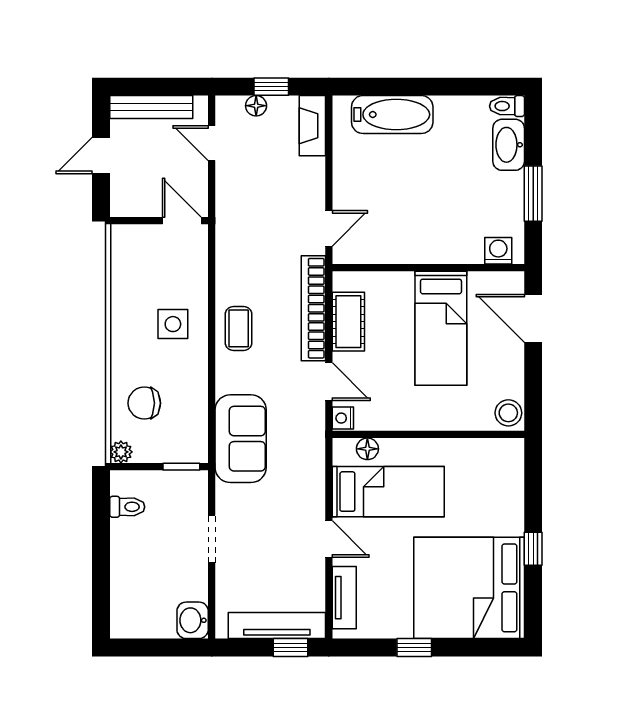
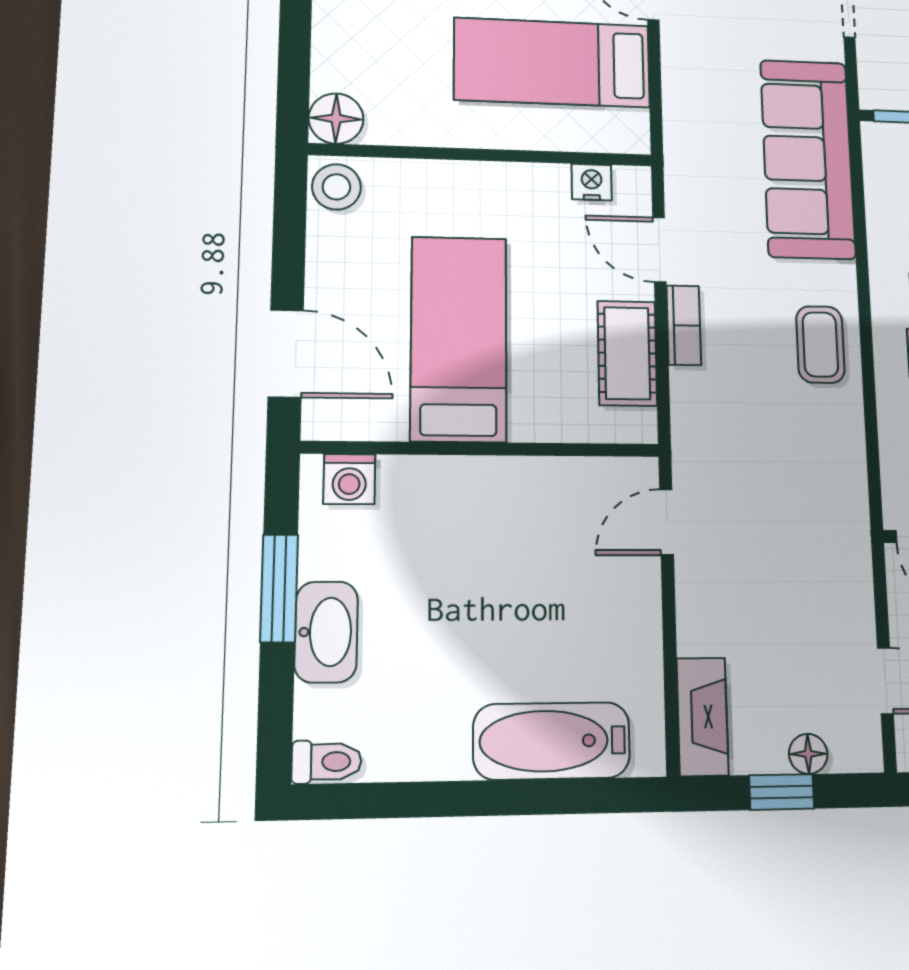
washbasin: (509, 145) -> (326, 632), moved
bookcase: (313, 308) -> (684, 325), width x0.43, depth x0.76
nightstand: (343, 418) -> (592, 182), moved, turned -90
sofa: (241, 439) -> (808, 159), width x1.36
floor lamp: (367, 449) -> (336, 119), moved, width x1.37, depth x1.37

